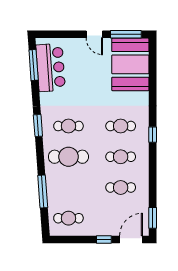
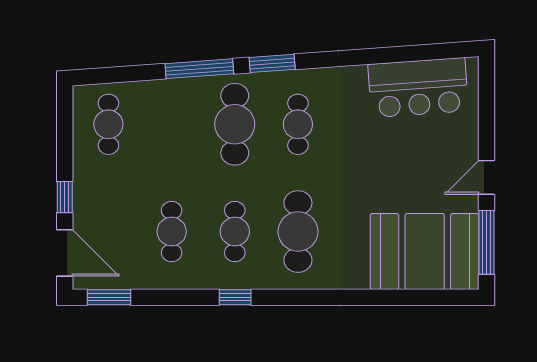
window: (34, 65) -> (423, 53), removed
window: (38, 125) -> (272, 63), moved
cafe table: (121, 126) -> (298, 232), width x1.37, depth x1.35
window: (153, 135) -> (235, 297), moved
window: (43, 191) -> (199, 69), moved

